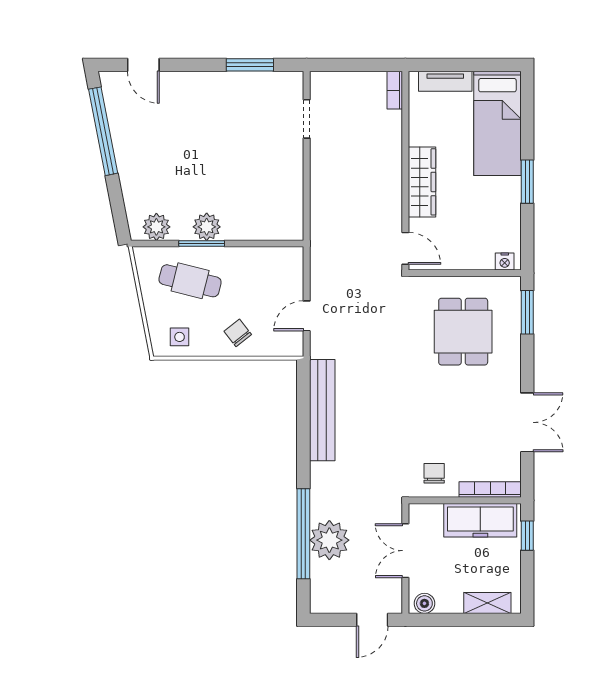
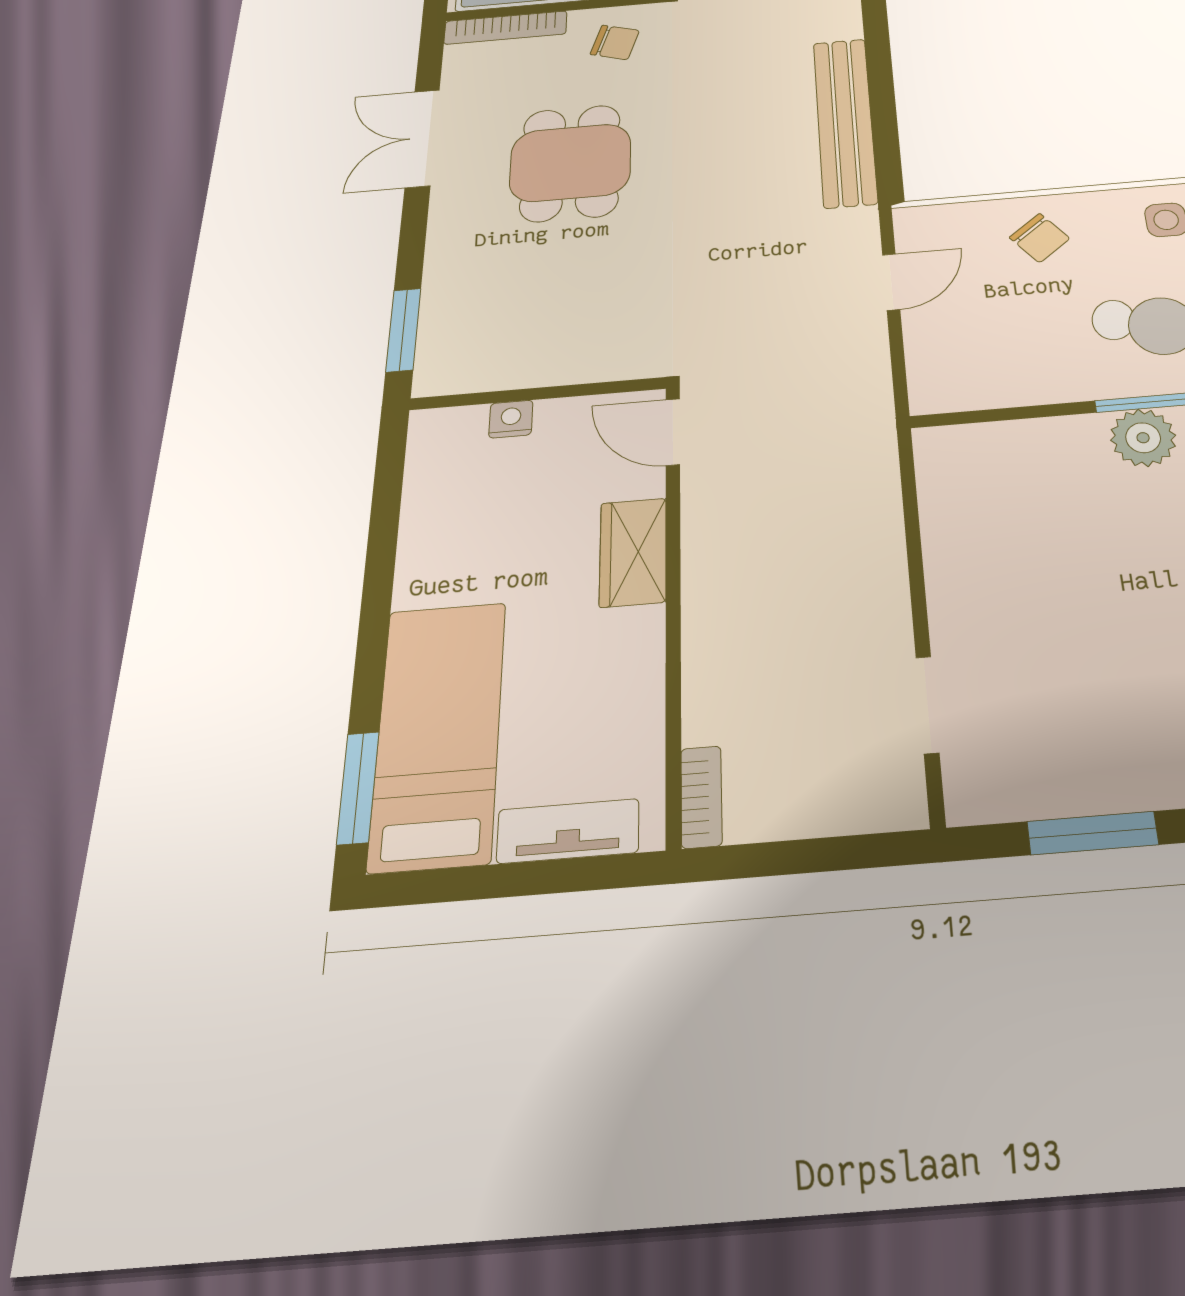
wardrobe: (422, 182) -> (633, 552), width x0.67
window: (527, 182) -> (358, 788), moved
nightstand: (505, 261) -> (511, 419), moved
dining table: (463, 332) -> (570, 163), moved
chair: (434, 473) -> (615, 42), turned -73

